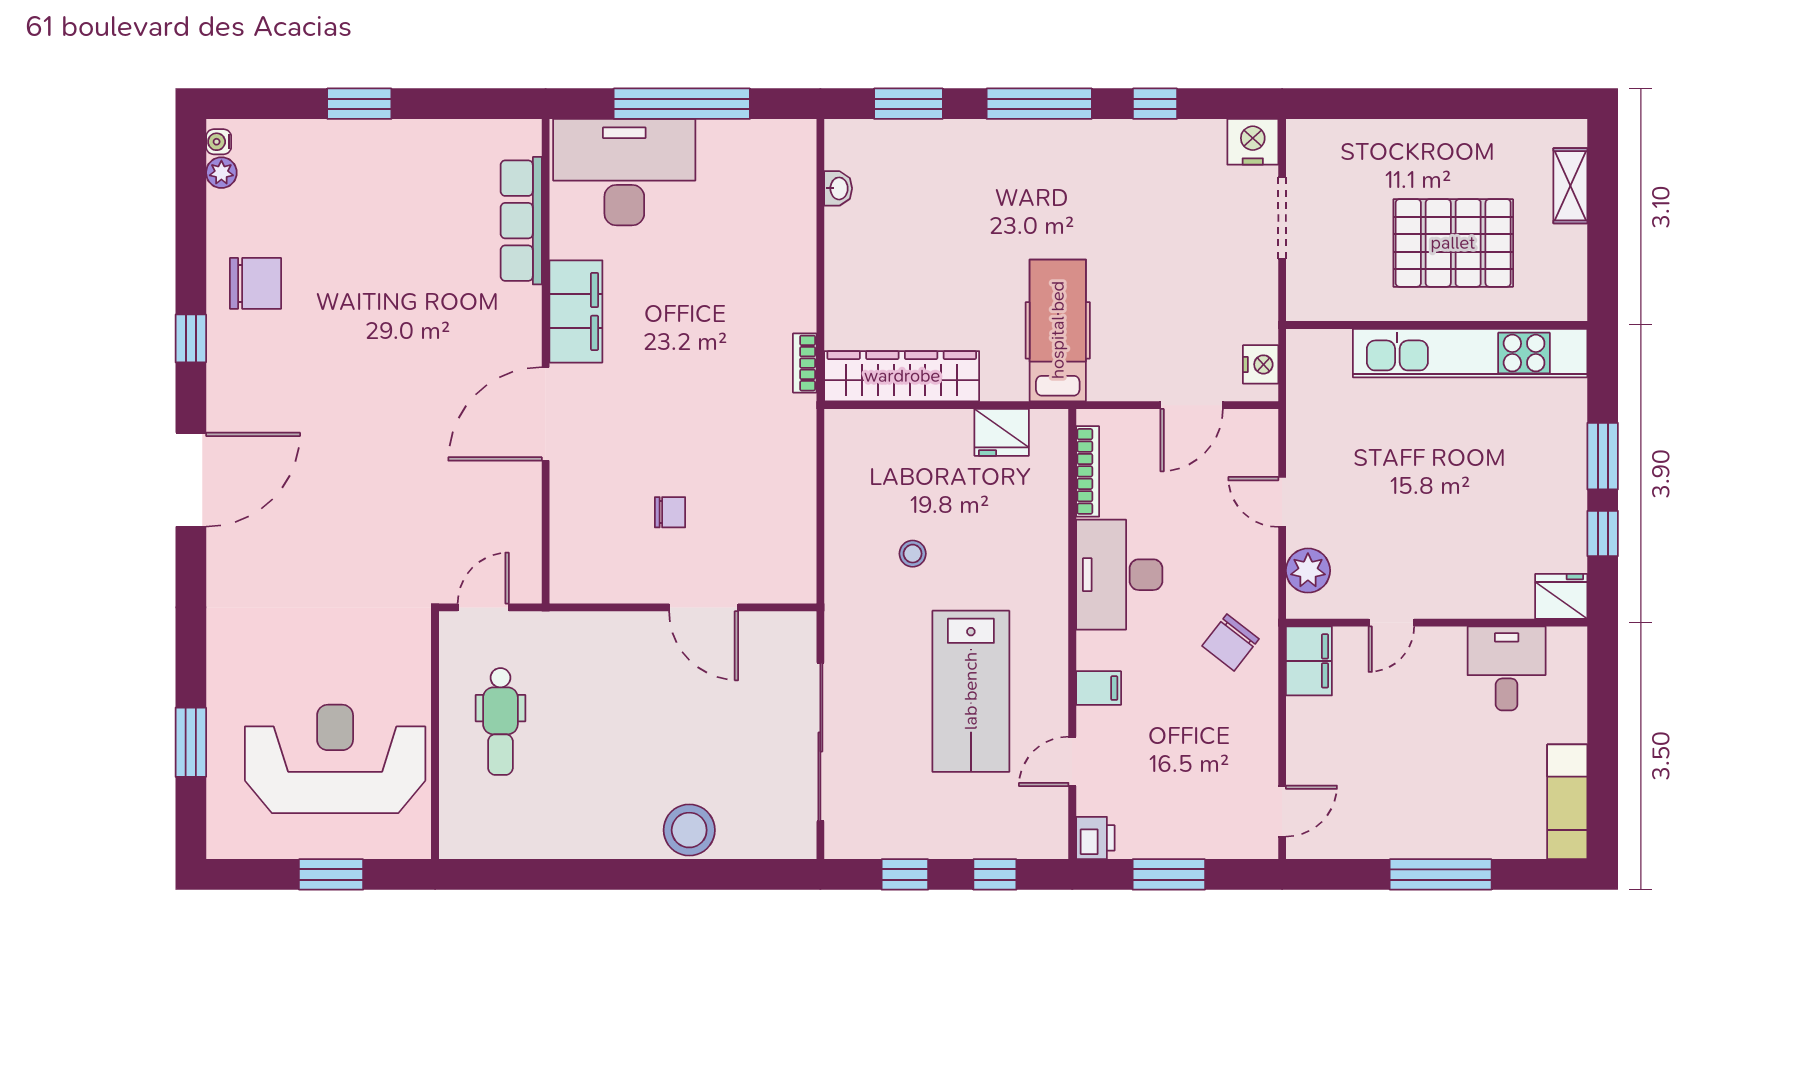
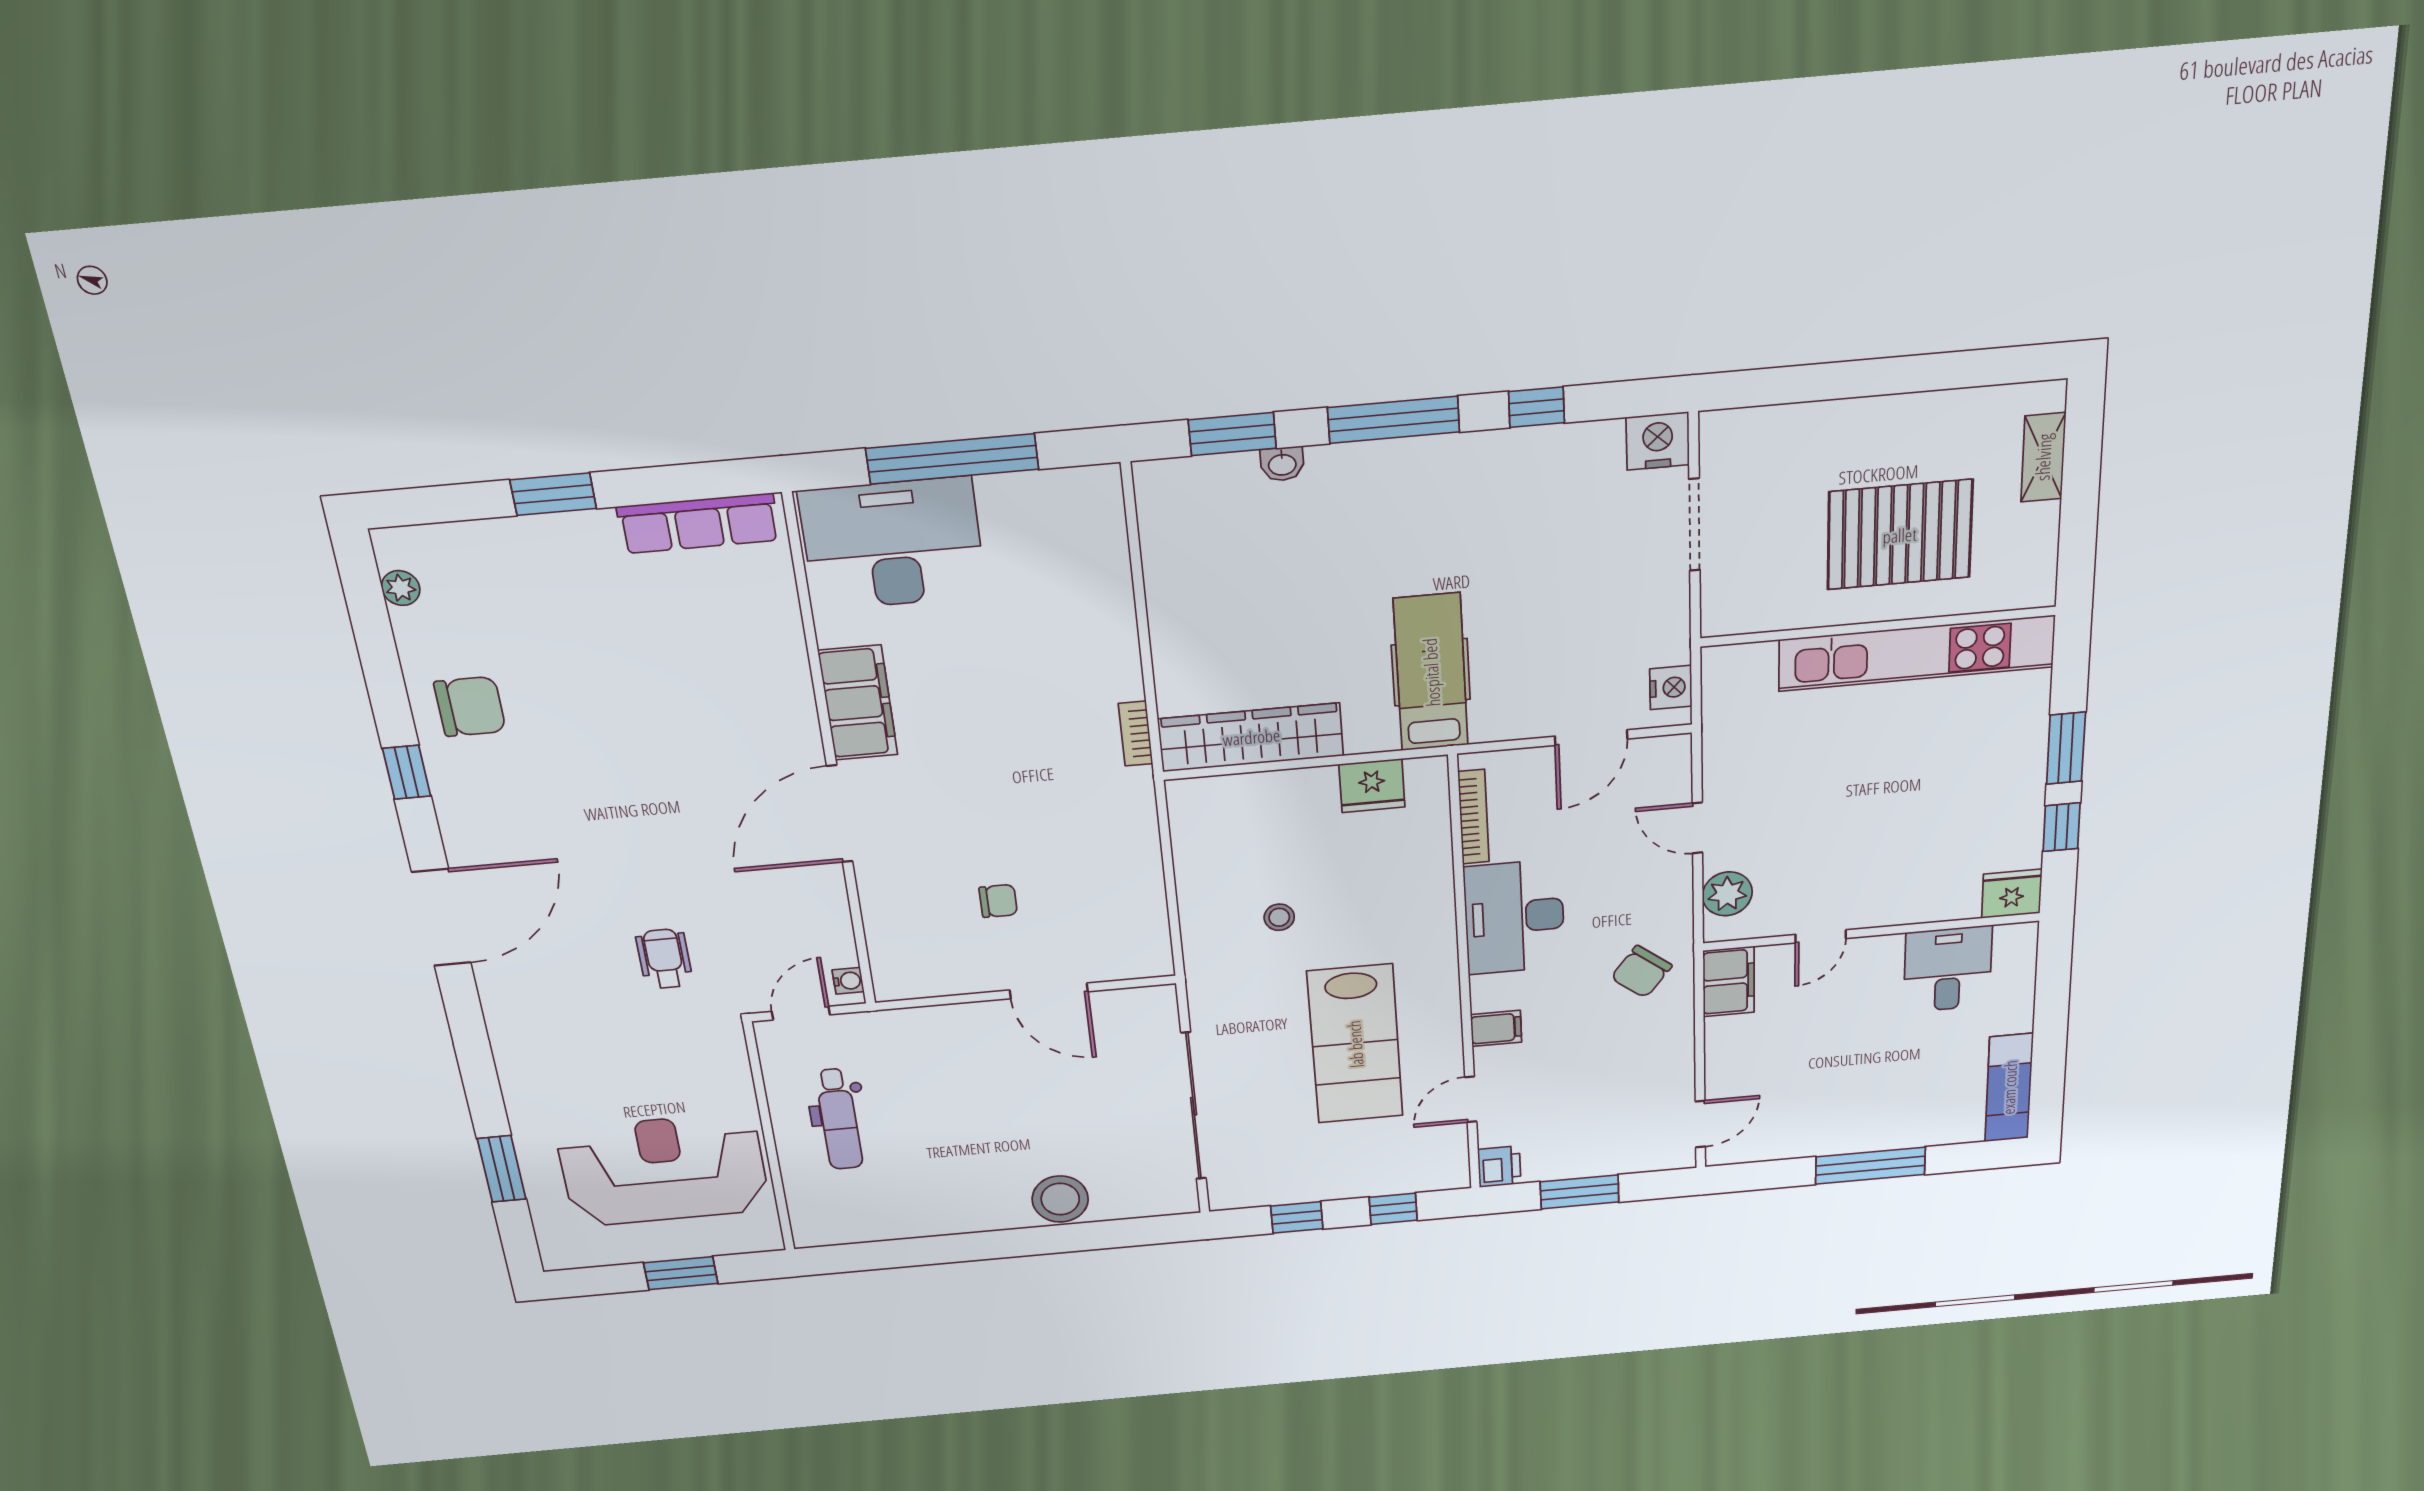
water cooler: (219, 142) -> (848, 981), moved, turned 180
washbasin: (838, 188) -> (1282, 464), moved, turned 90
row of seats: (521, 221) -> (698, 523), moved, turned -90
wheelchair: (374, 540) -> (664, 959), added

